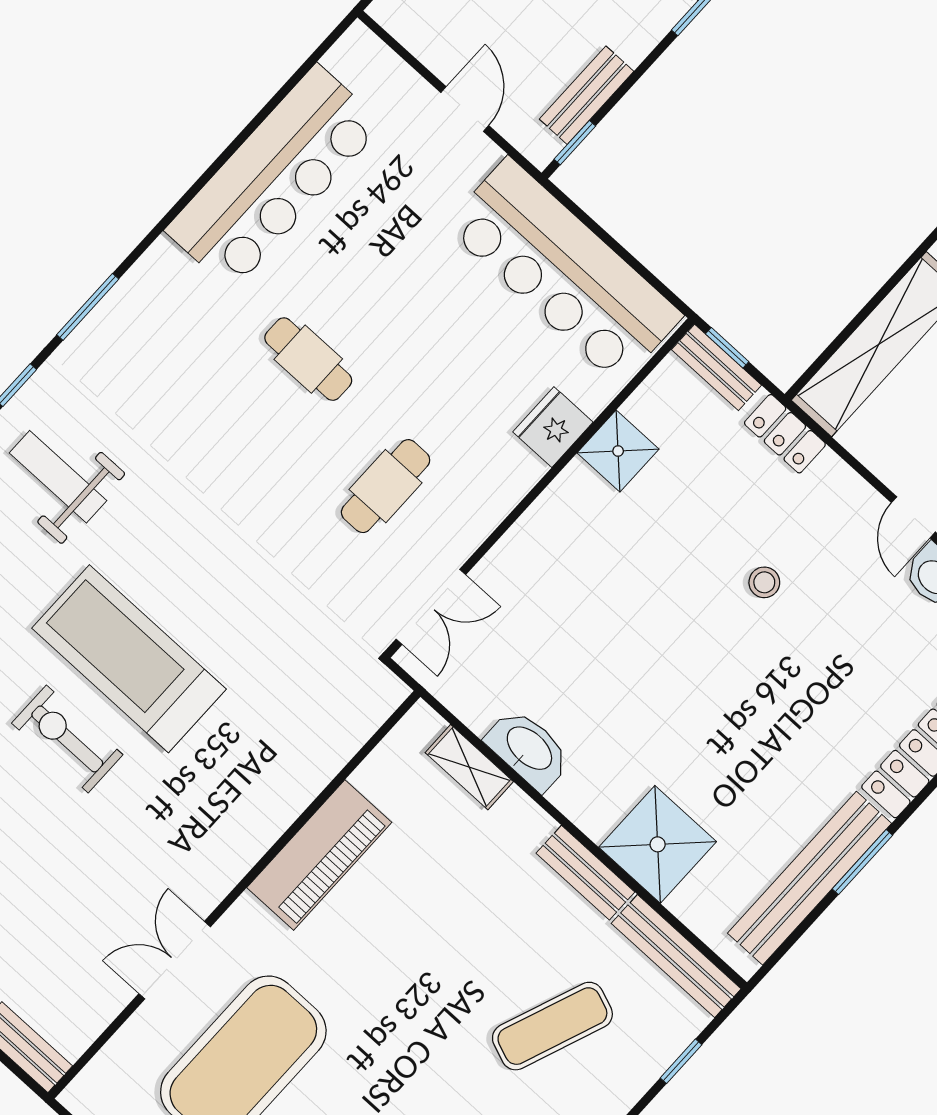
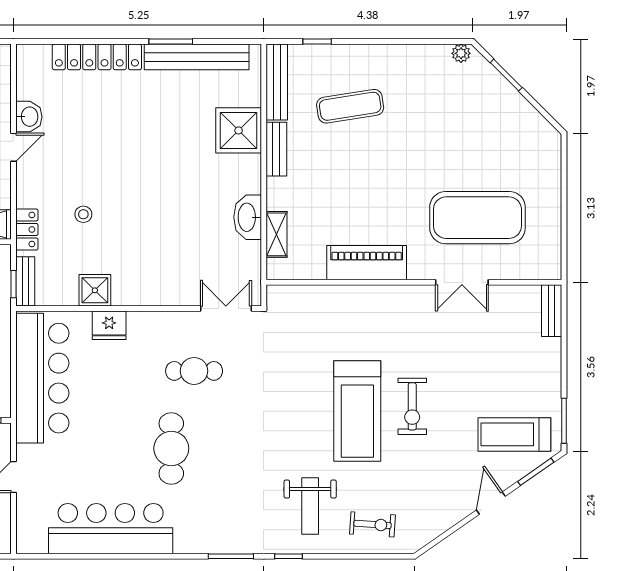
cafe table: (308, 359) -> (171, 448), width x1.37, depth x1.35
stool: (764, 582) -> (83, 214), moved
exercise mat: (552, 1026) -> (350, 106), turned -30

